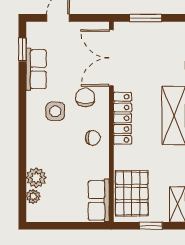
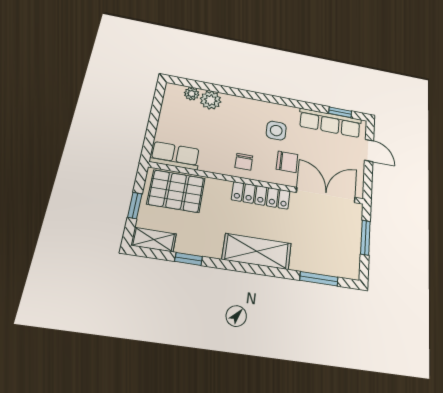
row of seats: (36, 69) -> (330, 123), width x1.48

